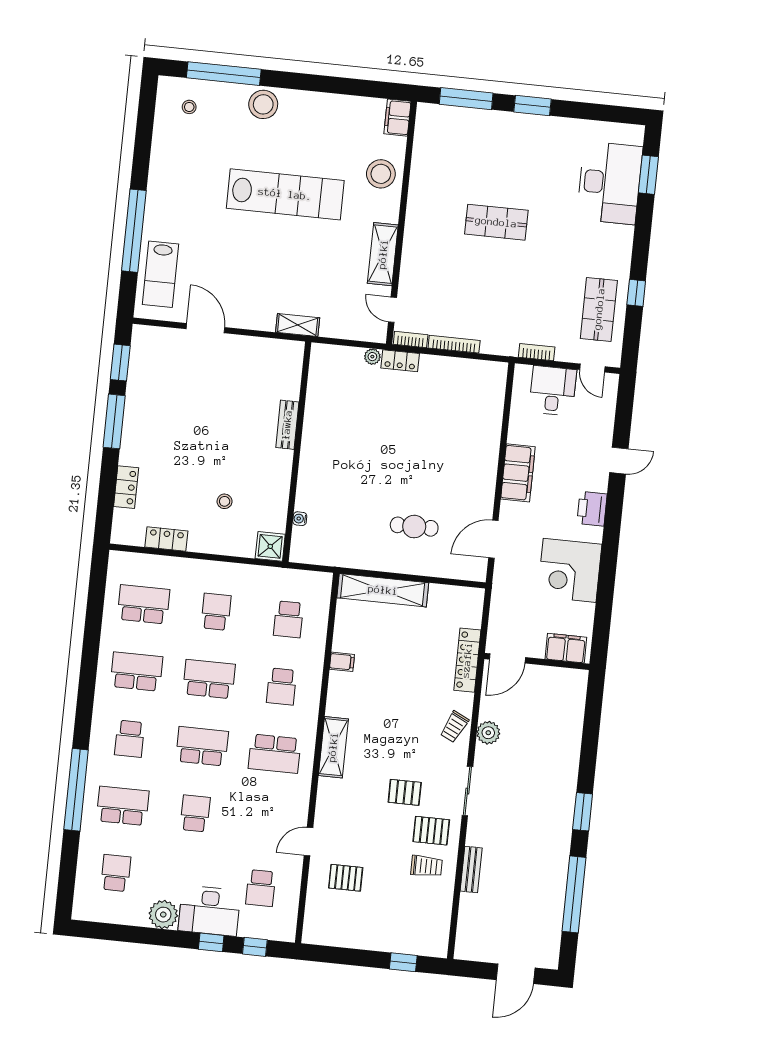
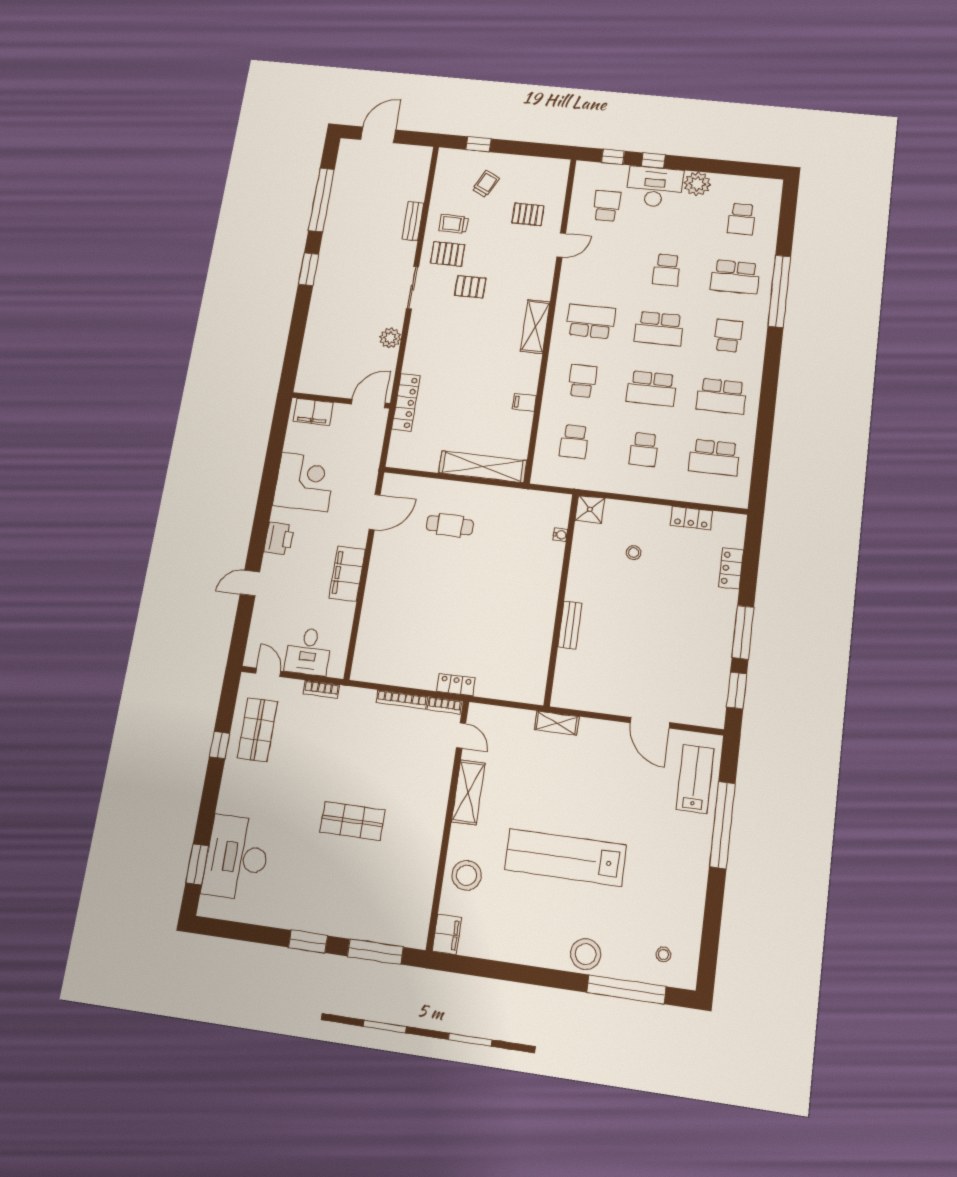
plant: (372, 357) -> (483, 690), removed
school desk: (288, 619) -> (574, 442), turned 180
trolley: (454, 727) -> (486, 184), moved

